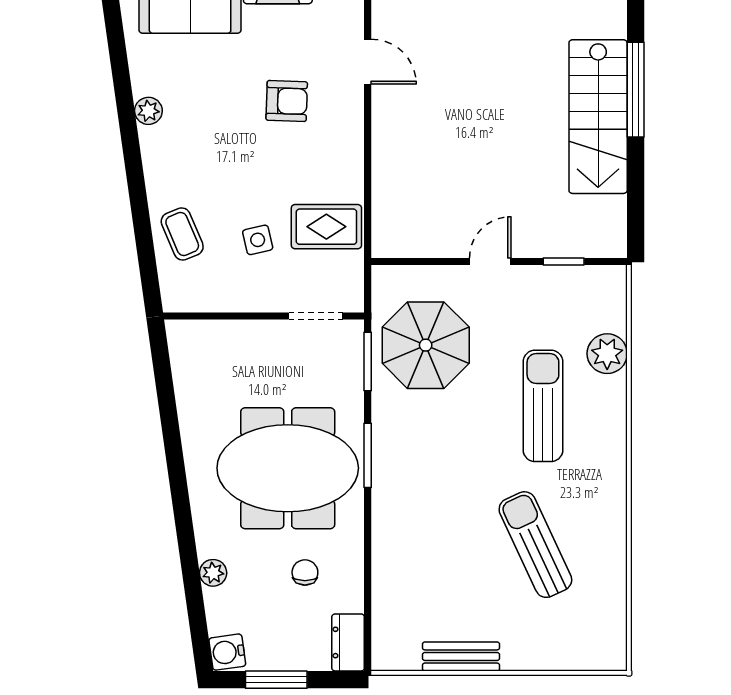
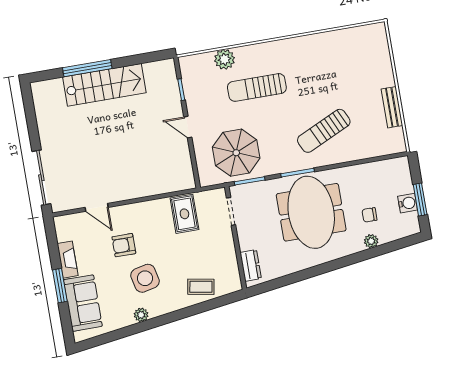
door: (368, 62) -> (97, 207), swing flipped
armchair: (287, 101) -> (124, 245), turned -92
coffee table: (182, 234) -> (201, 287), turned 33
side table: (258, 240) -> (145, 278), moved, width x1.87, depth x1.87
sun lounger: (535, 545) -> (324, 131), moved
chair: (305, 572) -> (370, 215), moved
dresser: (348, 642) -> (251, 265), moved, turned -90
water cooler: (227, 652) -> (408, 203), moved, turned -82

